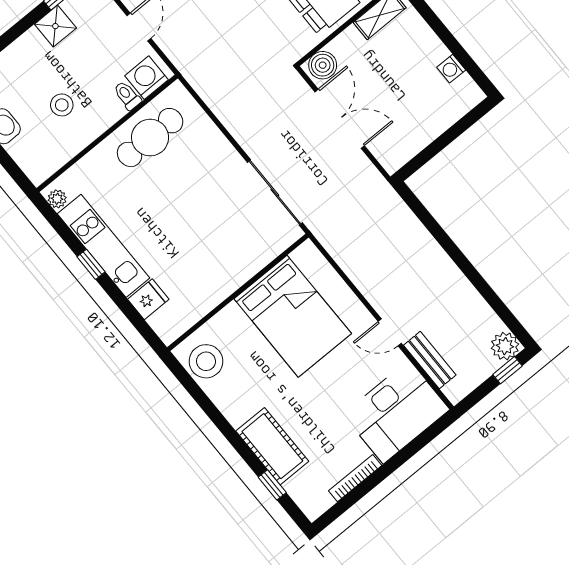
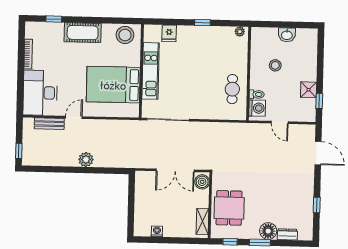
cafe table: (150, 138) -> (232, 89), width x0.73, depth x0.74
kitchen unit: (103, 246) -> (151, 71), moved, turned -90
plant: (505, 346) -> (86, 159), moved
cot: (272, 446) -> (83, 33), moved

